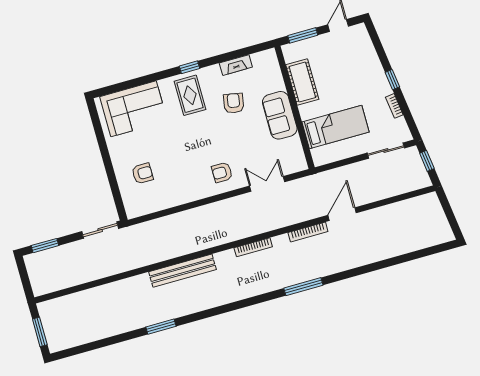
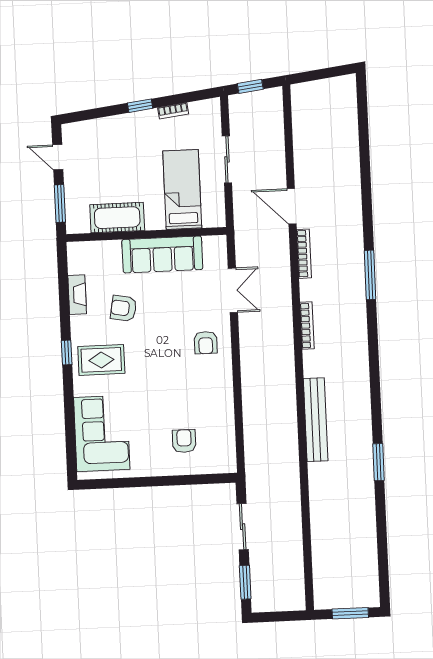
sofa: (280, 115) -> (162, 254), width x1.36
sliding door: (386, 151) -> (227, 159), moved
double door: (267, 184) -> (233, 290), swing flipped
sliding door: (100, 230) -> (243, 527), moved

